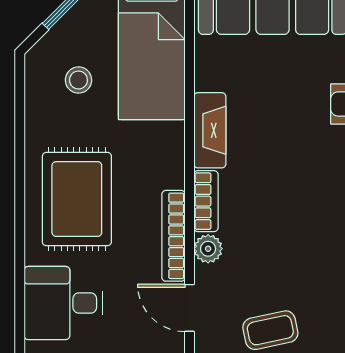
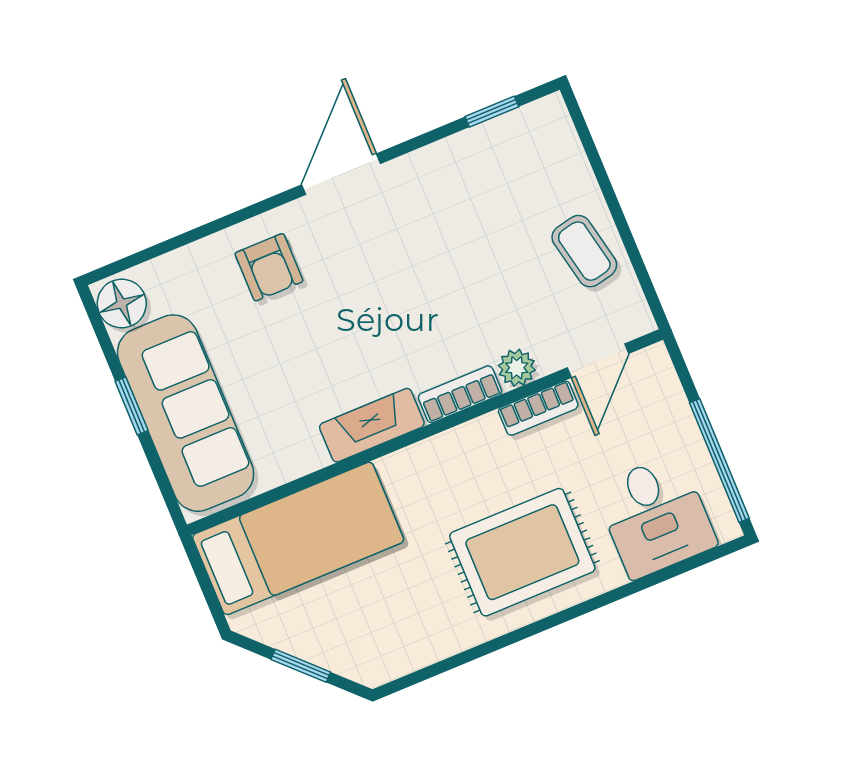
stool: (78, 80) -> (377, 610), removed
bookcase: (173, 236) -> (538, 408), width x0.64

